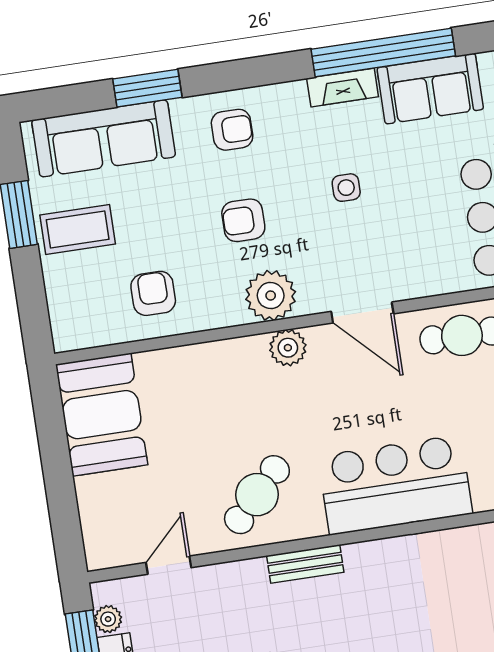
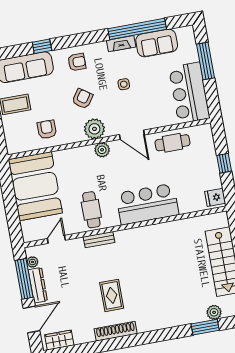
window: (147, 88) -> (42, 46), width x0.67
armchair: (243, 220) -> (82, 99), turned 125
booth: (102, 415) -> (35, 186), width x1.36, depth x1.42
cafe table: (257, 495) -> (91, 210), turned -44
bench: (305, 564) -> (99, 240), moved

